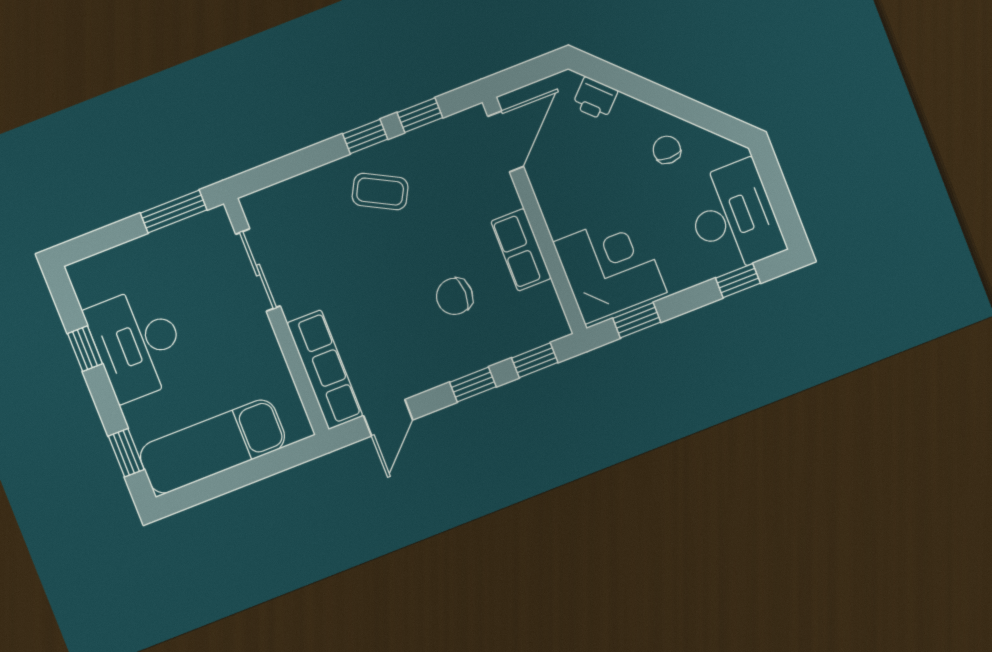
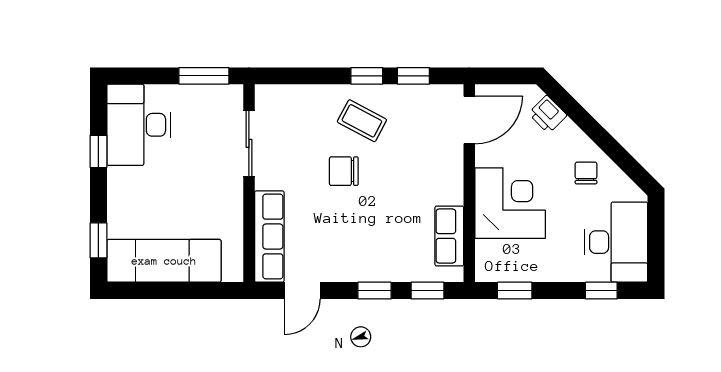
row of seats: (521, 250) -> (449, 236), moved
corner desk: (610, 267) -> (510, 203), moved
chair: (455, 296) -> (344, 171), moved
desk: (138, 344) -> (139, 125), moved

